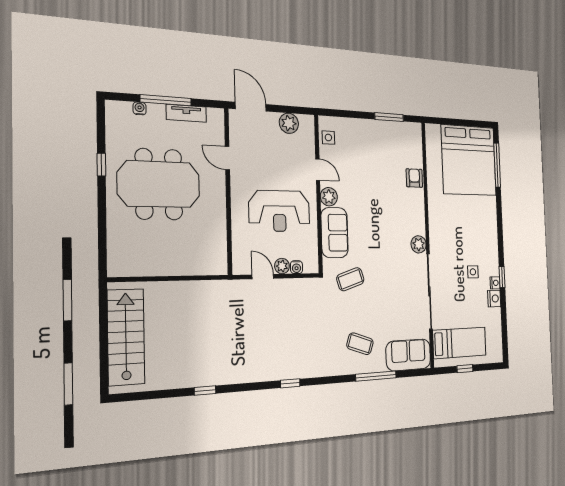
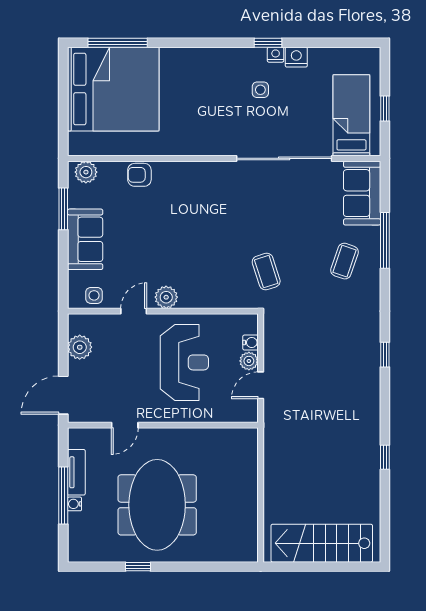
water cooler: (140, 108) -> (74, 504), moved
sofa: (335, 233) -> (85, 239), moved, turned 90
plant: (419, 244) -> (86, 172), moved

